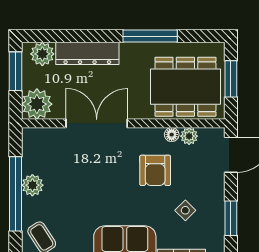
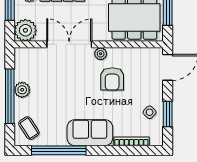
floor lamp: (172, 135) -> (124, 53), removed
plant: (189, 136) -> (101, 54), moved
side table: (185, 210) -> (150, 112), moved

